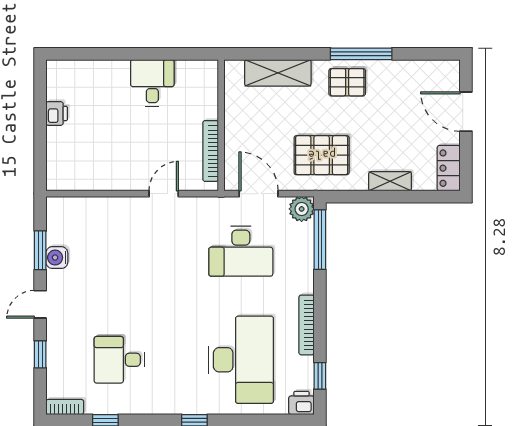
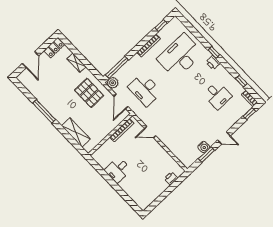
pallet: (347, 82) -> (58, 107), removed
printer: (57, 114) -> (171, 178), moved
desk: (241, 251) -> (145, 89), turned 180
window: (40, 354) -> (249, 114), moved
printer: (301, 403) -> (213, 63), moved

